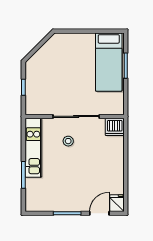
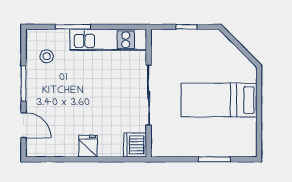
bed: (109, 62) -> (219, 100), moved
stool: (68, 141) -> (47, 56), moved
fridge: (117, 203) -> (88, 146), moved, turned -90

